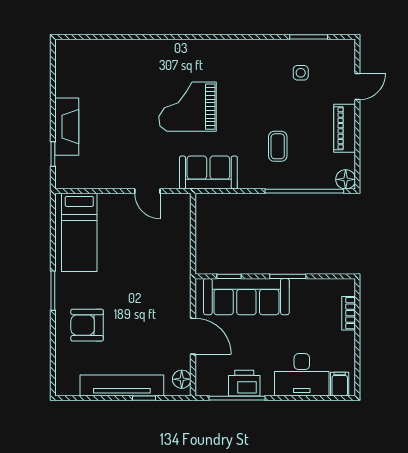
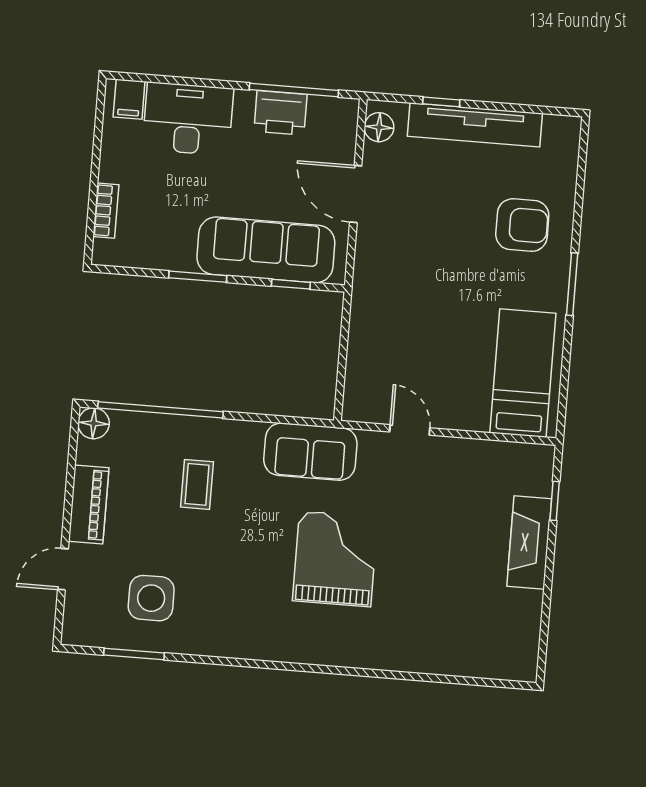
side table: (301, 73) -> (151, 598), width x1.87, depth x1.87
grand piano: (187, 107) -> (335, 559), turned -90

